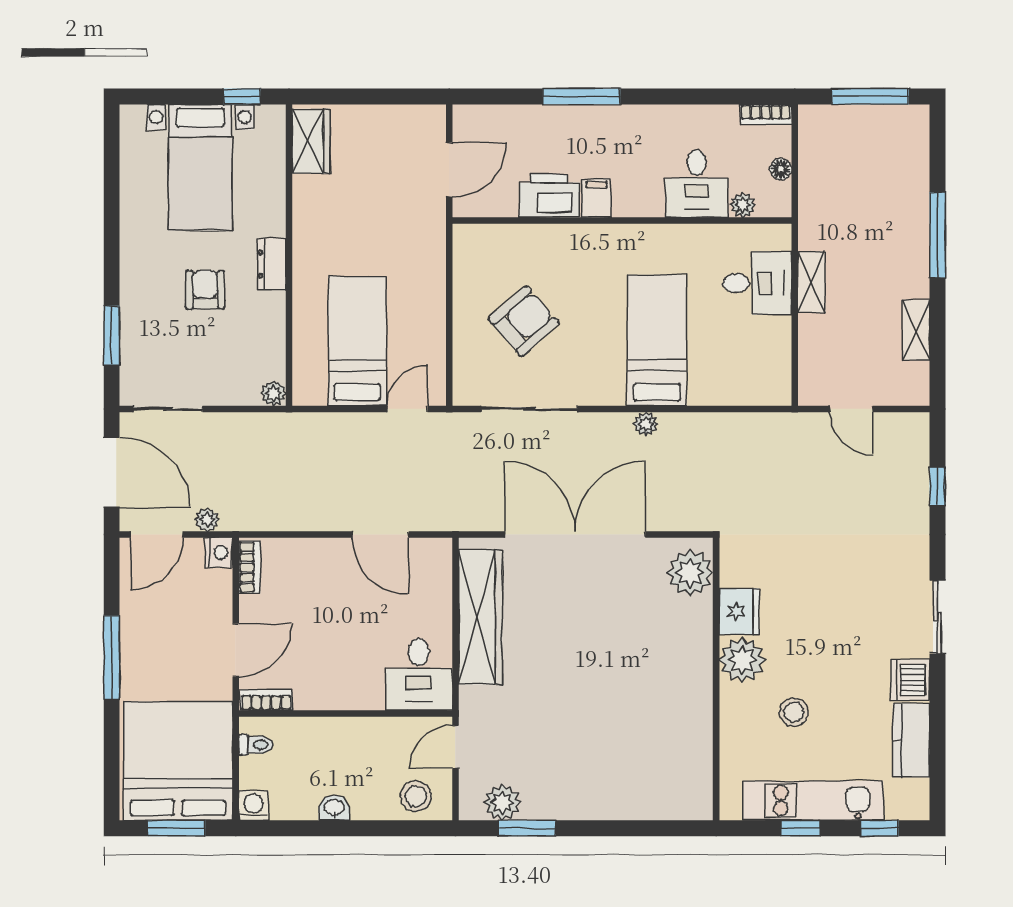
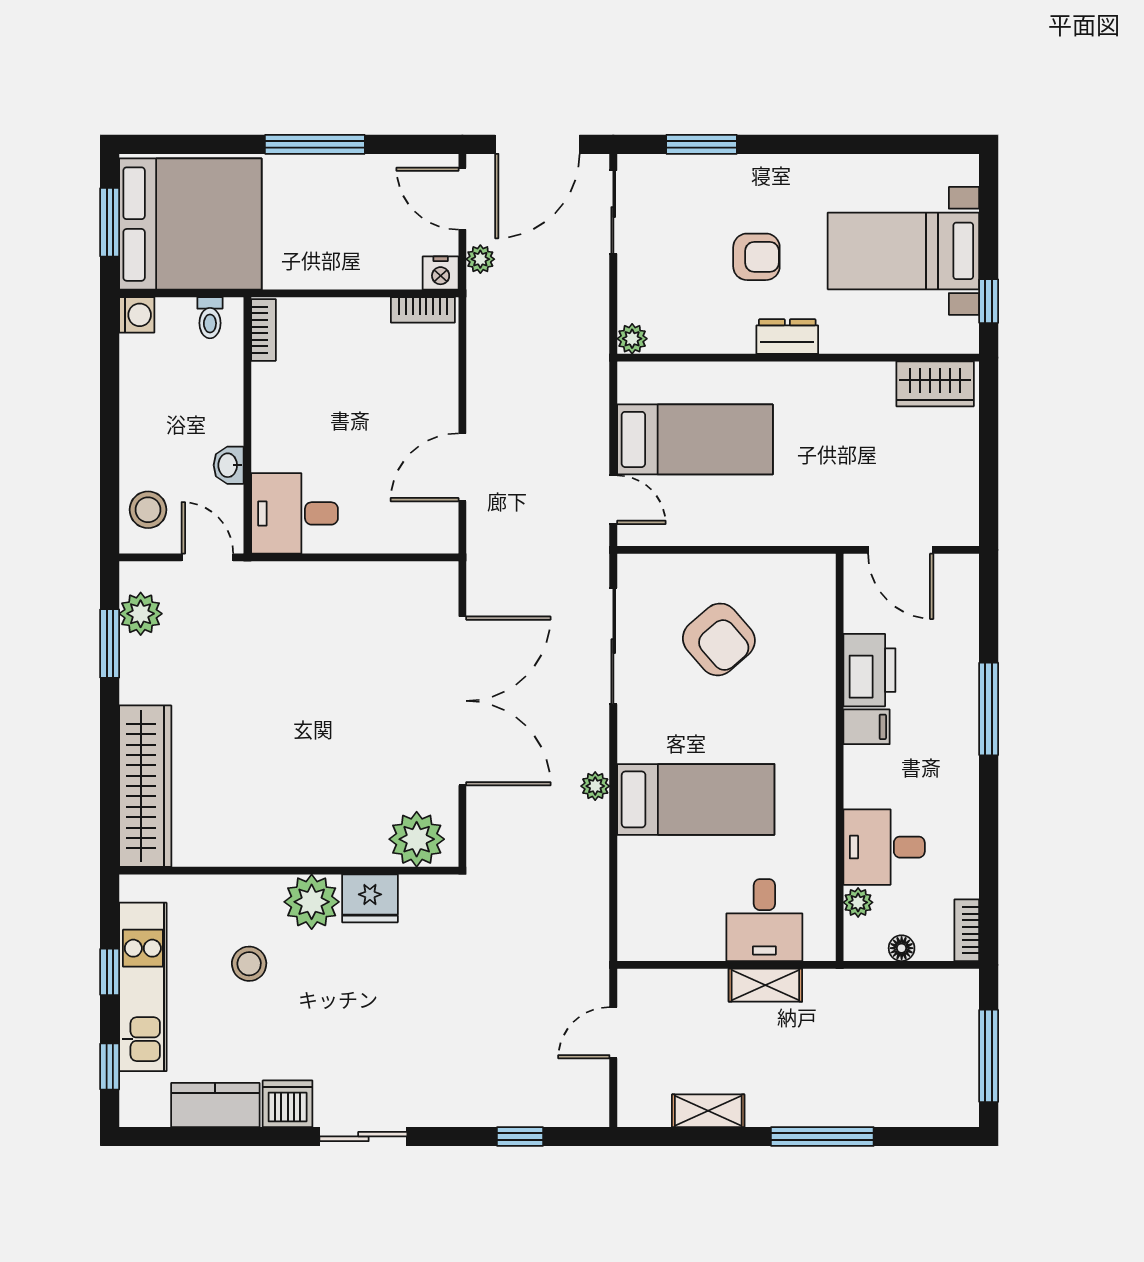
wardrobe: (480, 617) -> (145, 786), moved, turned -90
door: (236, 650) -> (323, 293), removed
washbasin: (334, 808) -> (229, 465), moved, turned 180

